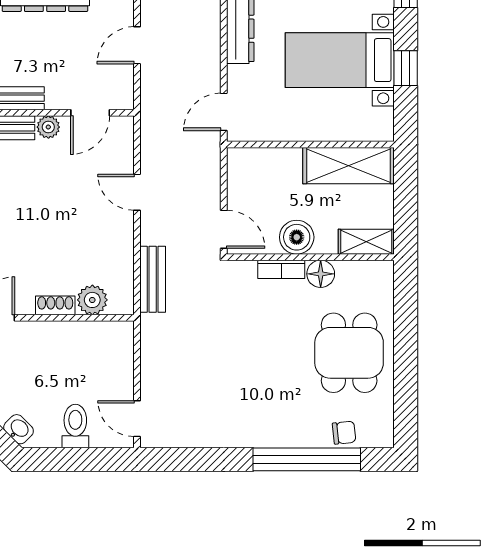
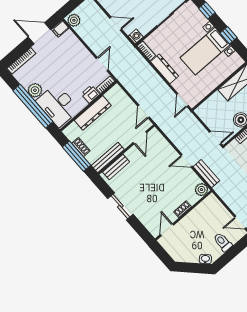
door: (137, 45) -> (144, 112), moved
plant: (48, 127) -> (130, 154), removed
door: (137, 192) -> (187, 161), moved
plant: (92, 300) -> (201, 190), moved

